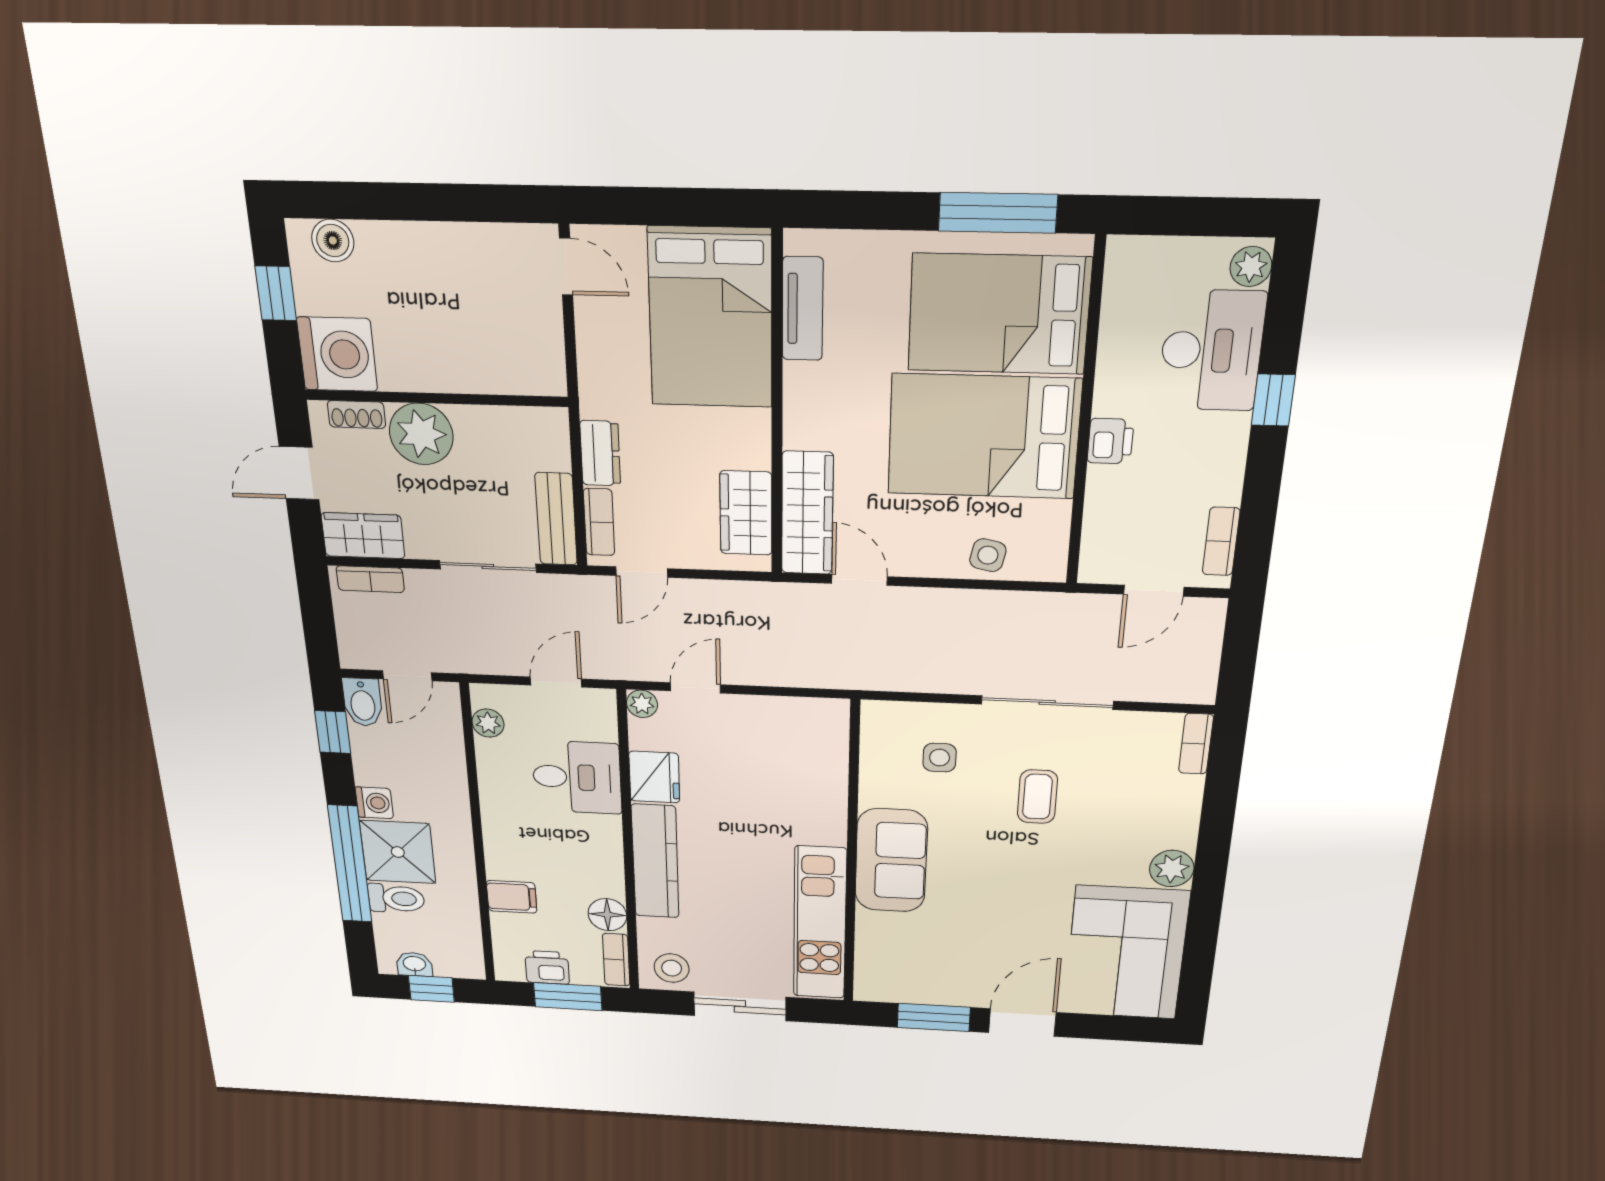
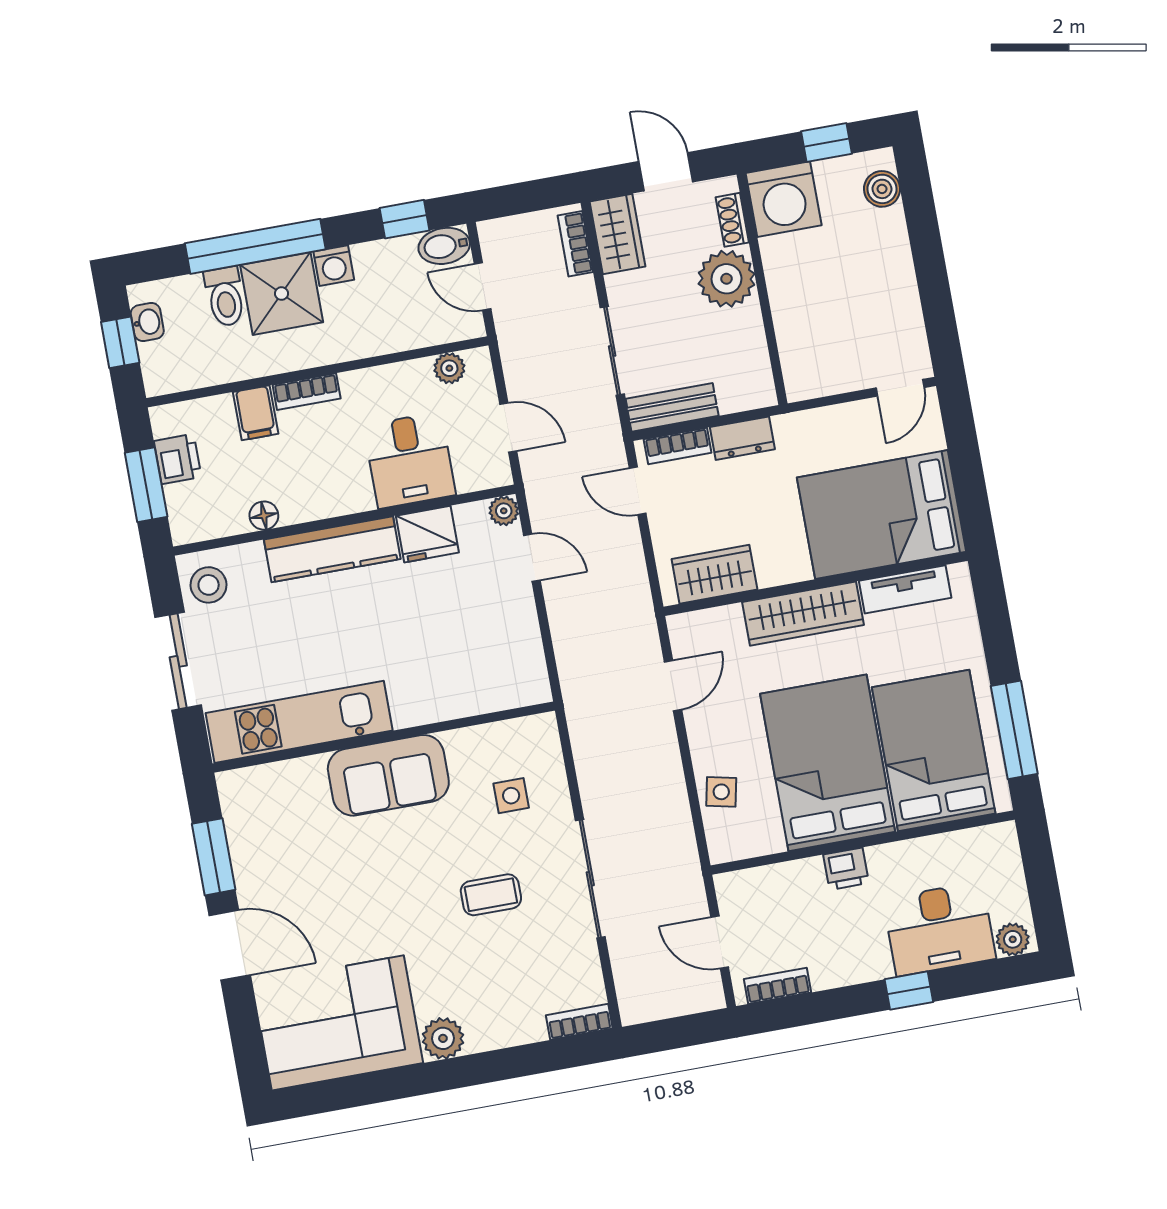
wardrobe: (807, 513) -> (803, 614), moved
floor lamp: (607, 915) -> (264, 516), width x0.73, depth x0.73
bookcase: (616, 960) -> (307, 392), moved, turned 180

